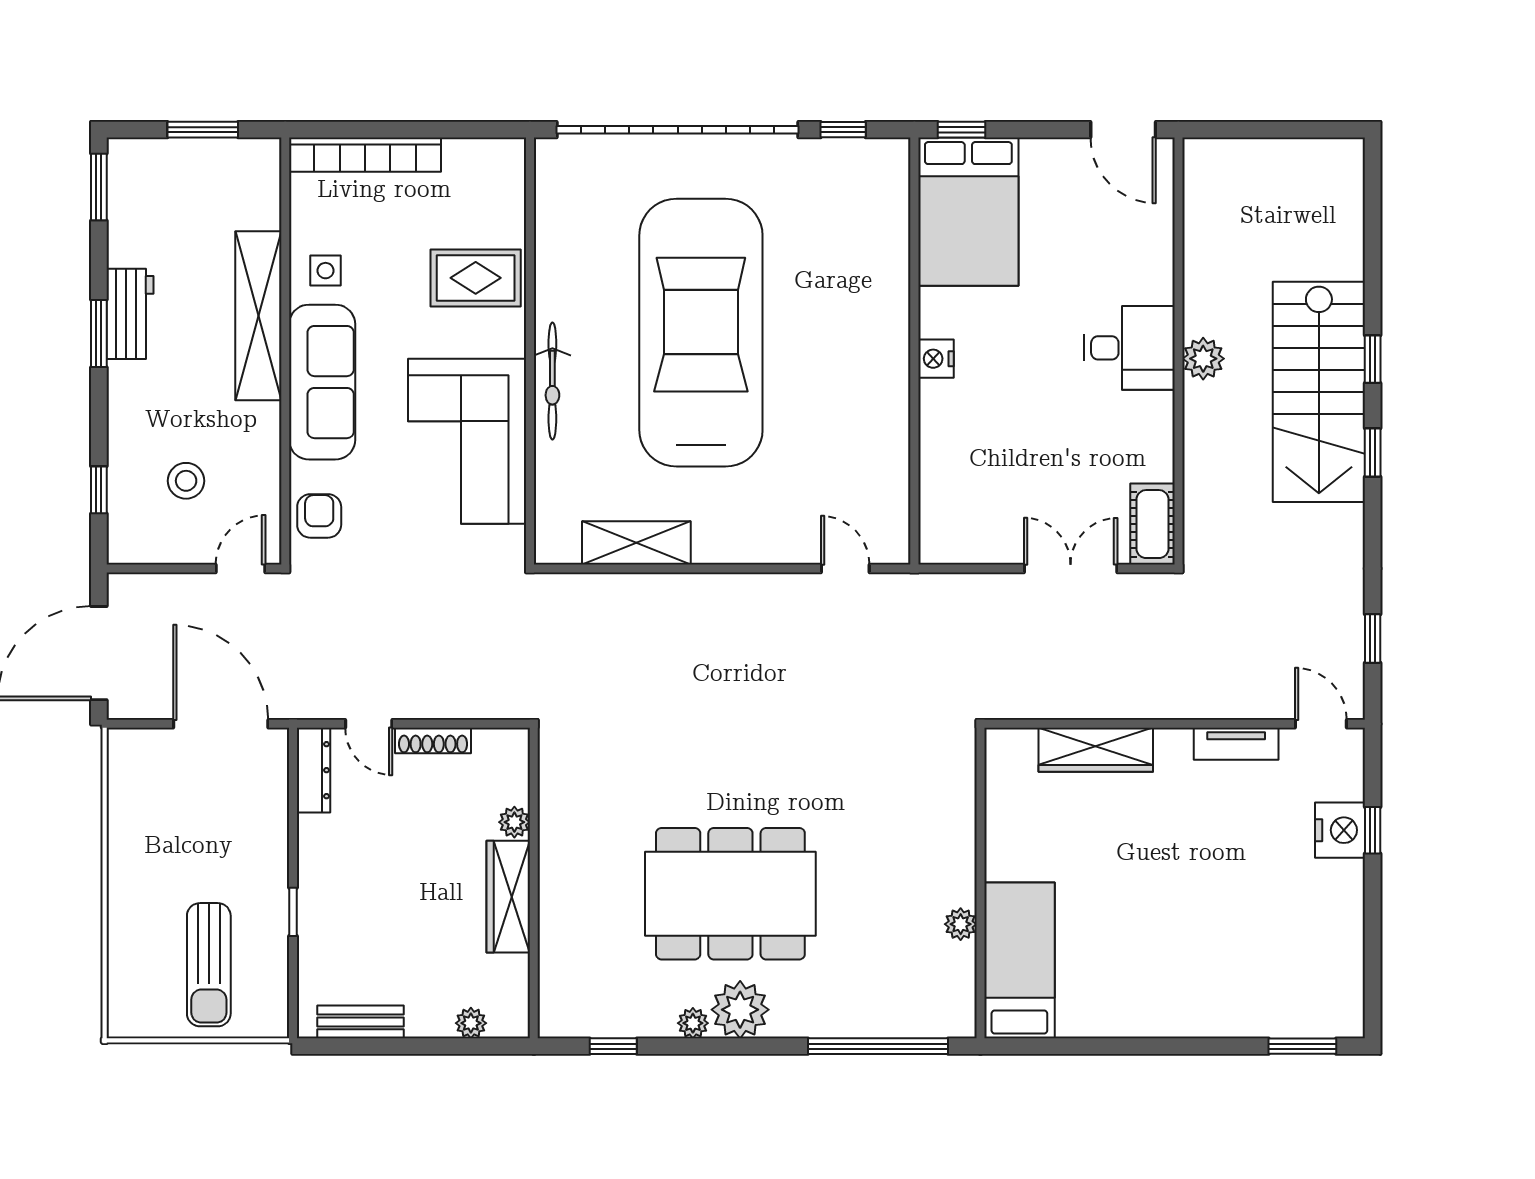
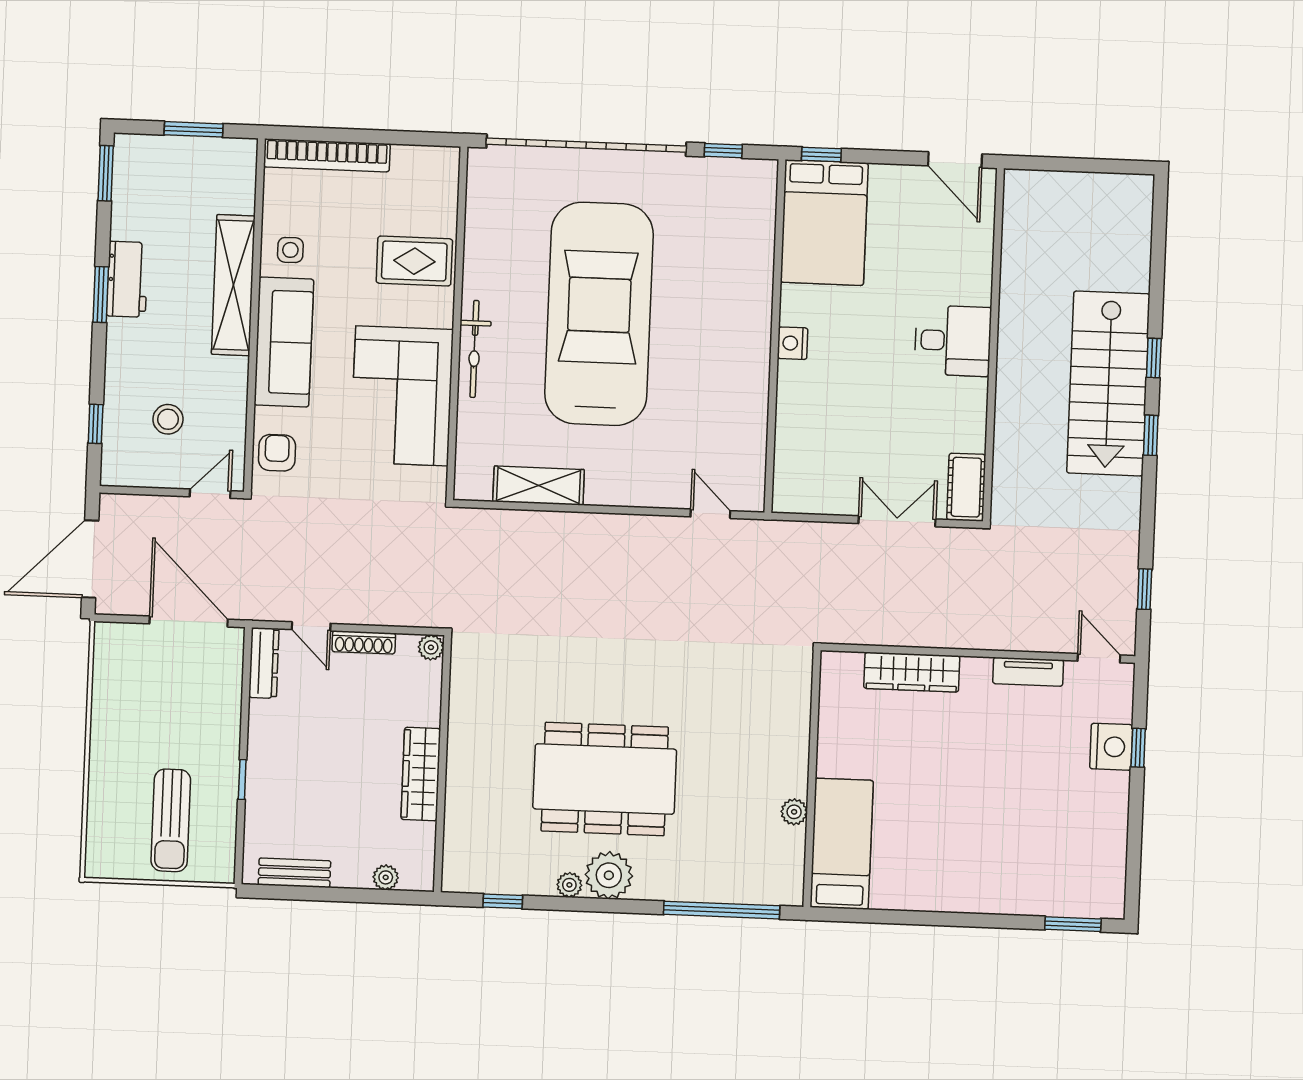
plant: (1203, 359) -> (1014, 352), removed
plant: (514, 822) -> (431, 647), moved

